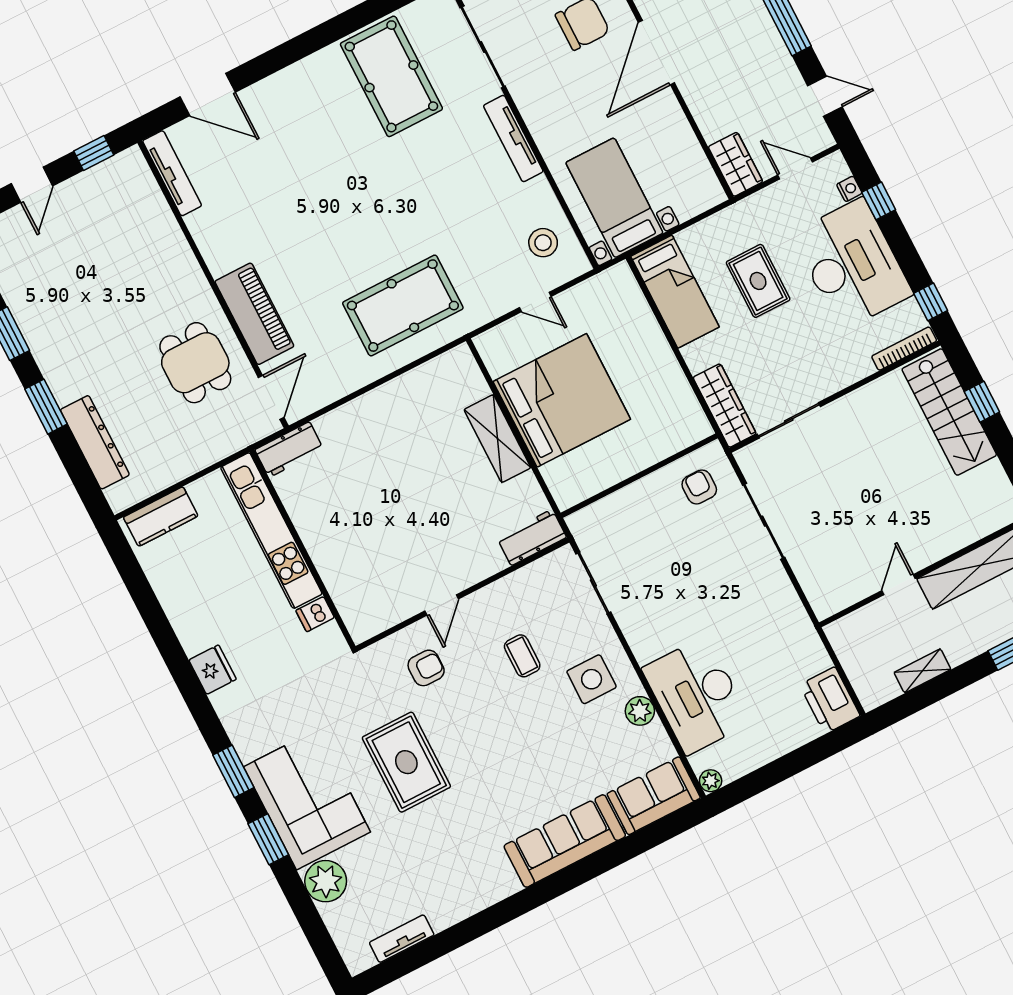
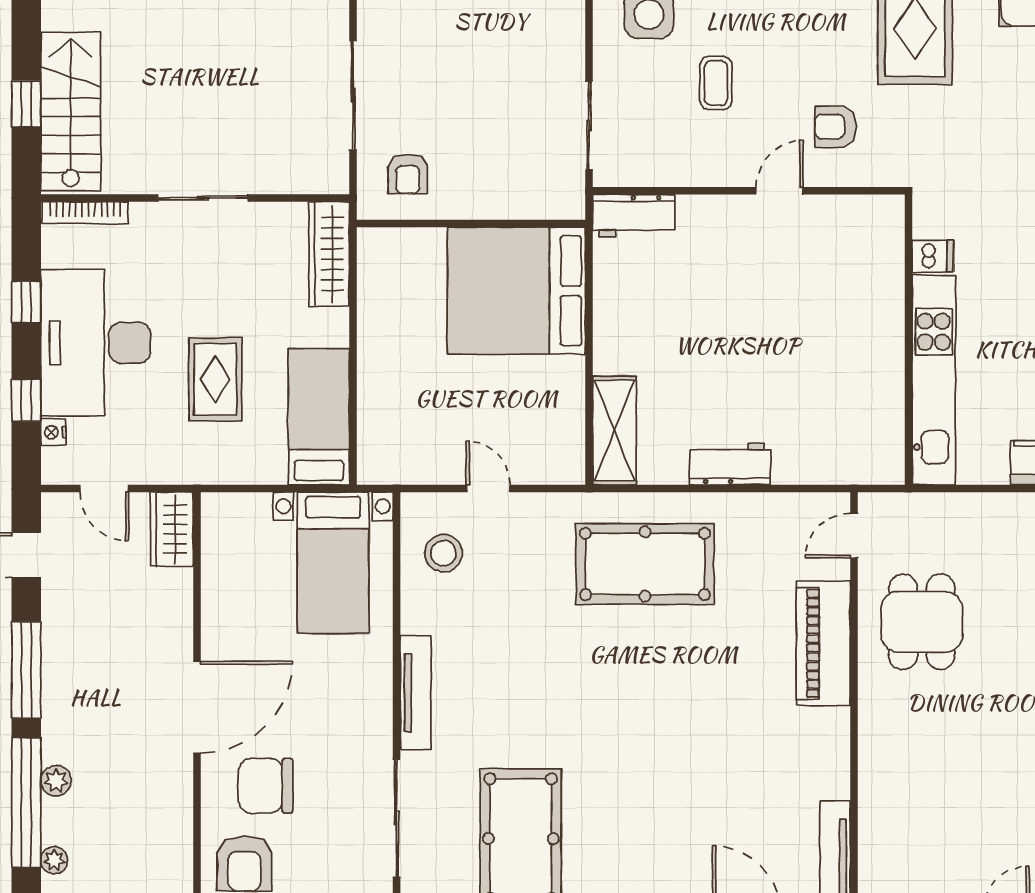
window: (931, 302) -> (26, 302), moved
door: (271, 397) -> (854, 536), width x0.73
bed: (562, 400) -> (516, 291), moved
sliding door: (789, 420) -> (203, 198), moved
shelving: (497, 439) -> (614, 430), moved
workbench: (289, 450) -> (730, 464), moved

